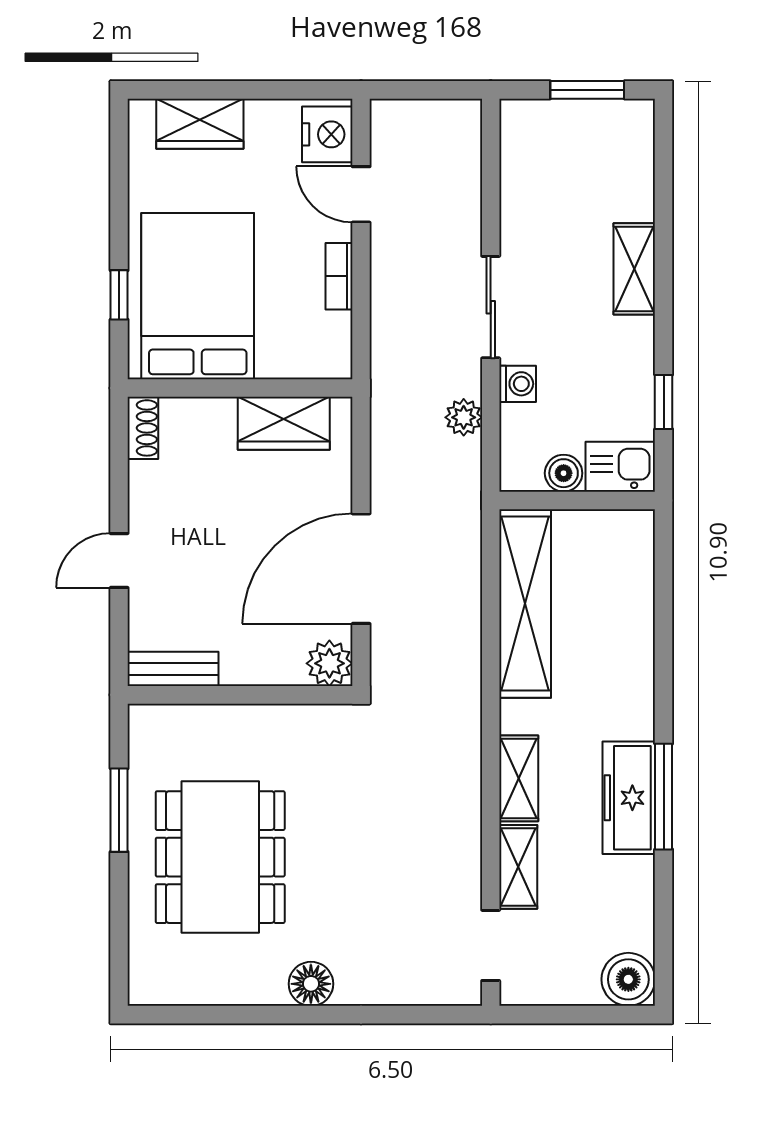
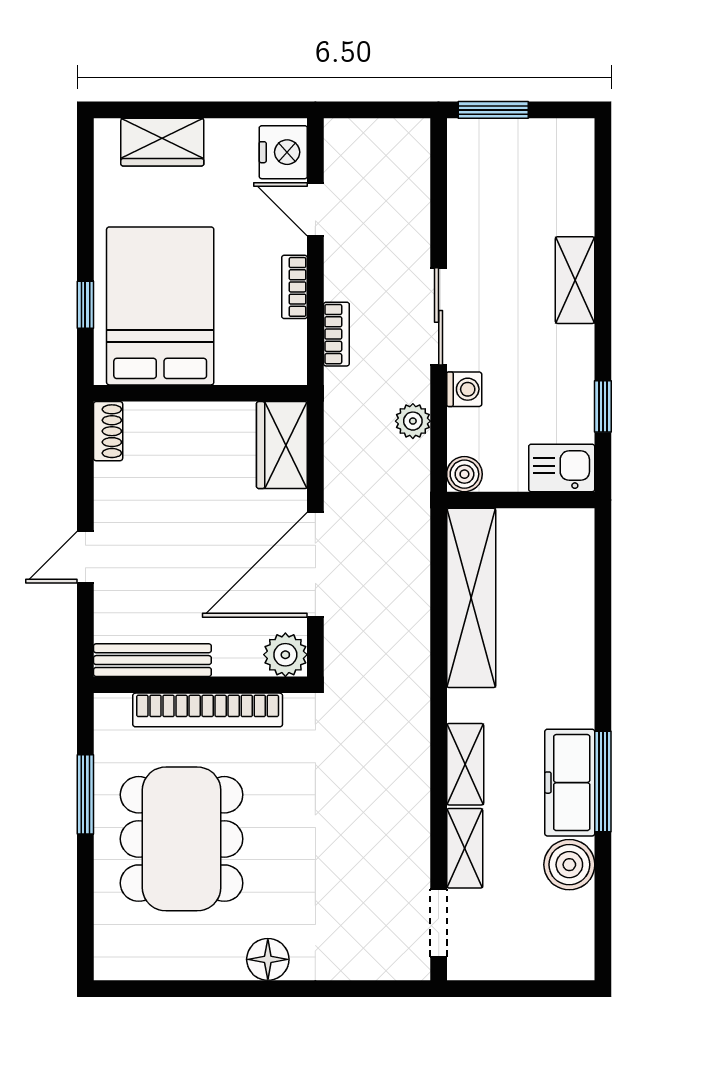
window: (587, 90) -> (493, 110), moved
bookcase: (383, 326) -> (336, 334), added
wardrobe: (284, 423) -> (282, 445), moved, turned 90
boiler: (564, 473) -> (464, 474), moved
bench: (173, 669) -> (152, 660), width x1.36
bookcase: (248, 721) -> (208, 710), added
boiler: (628, 979) -> (569, 865), moved

